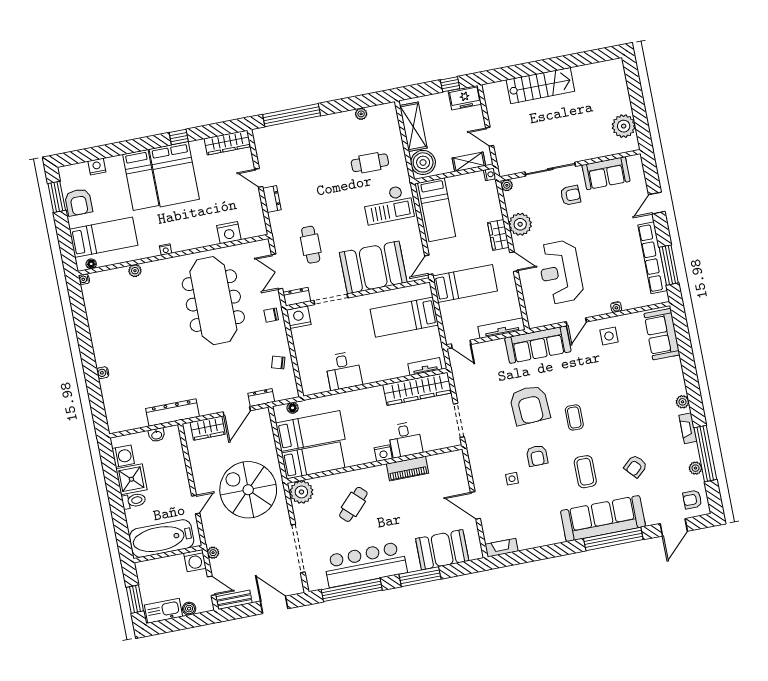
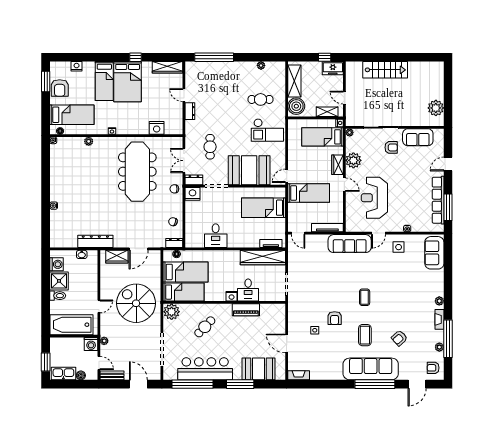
bed: (437, 210) -> (322, 137), moved, turned 90
dresser: (261, 398) -> (174, 243), moved
armchair: (530, 405) -> (336, 283), removed

